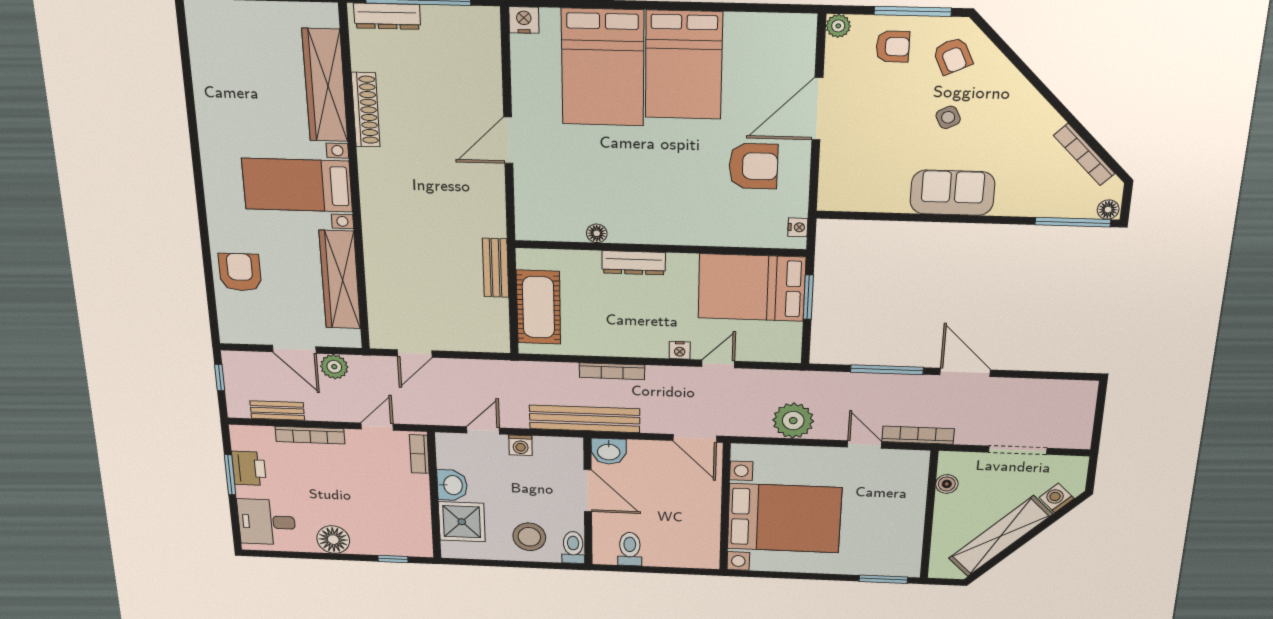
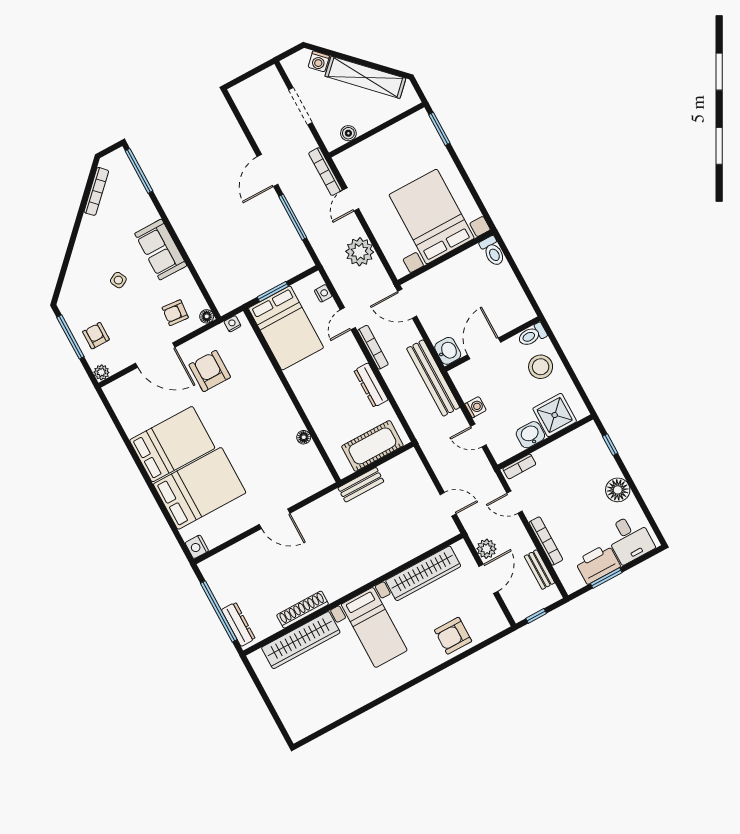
armchair: (953, 56) -> (175, 313), moved, turned -150
floor lamp: (1108, 210) -> (207, 316), moved
dresser: (634, 263) -> (371, 385), moved, turned 180
nightstand: (680, 350) -> (323, 293), moved
door: (718, 364) -> (348, 319), hinge flipped
bookcase: (612, 371) -> (373, 347), moved
door: (695, 438) -> (407, 304), swing flipped
printer: (249, 468) -> (598, 564), width x1.37, depth x1.19
toilet: (630, 549) -> (493, 251), moved, turned -90

